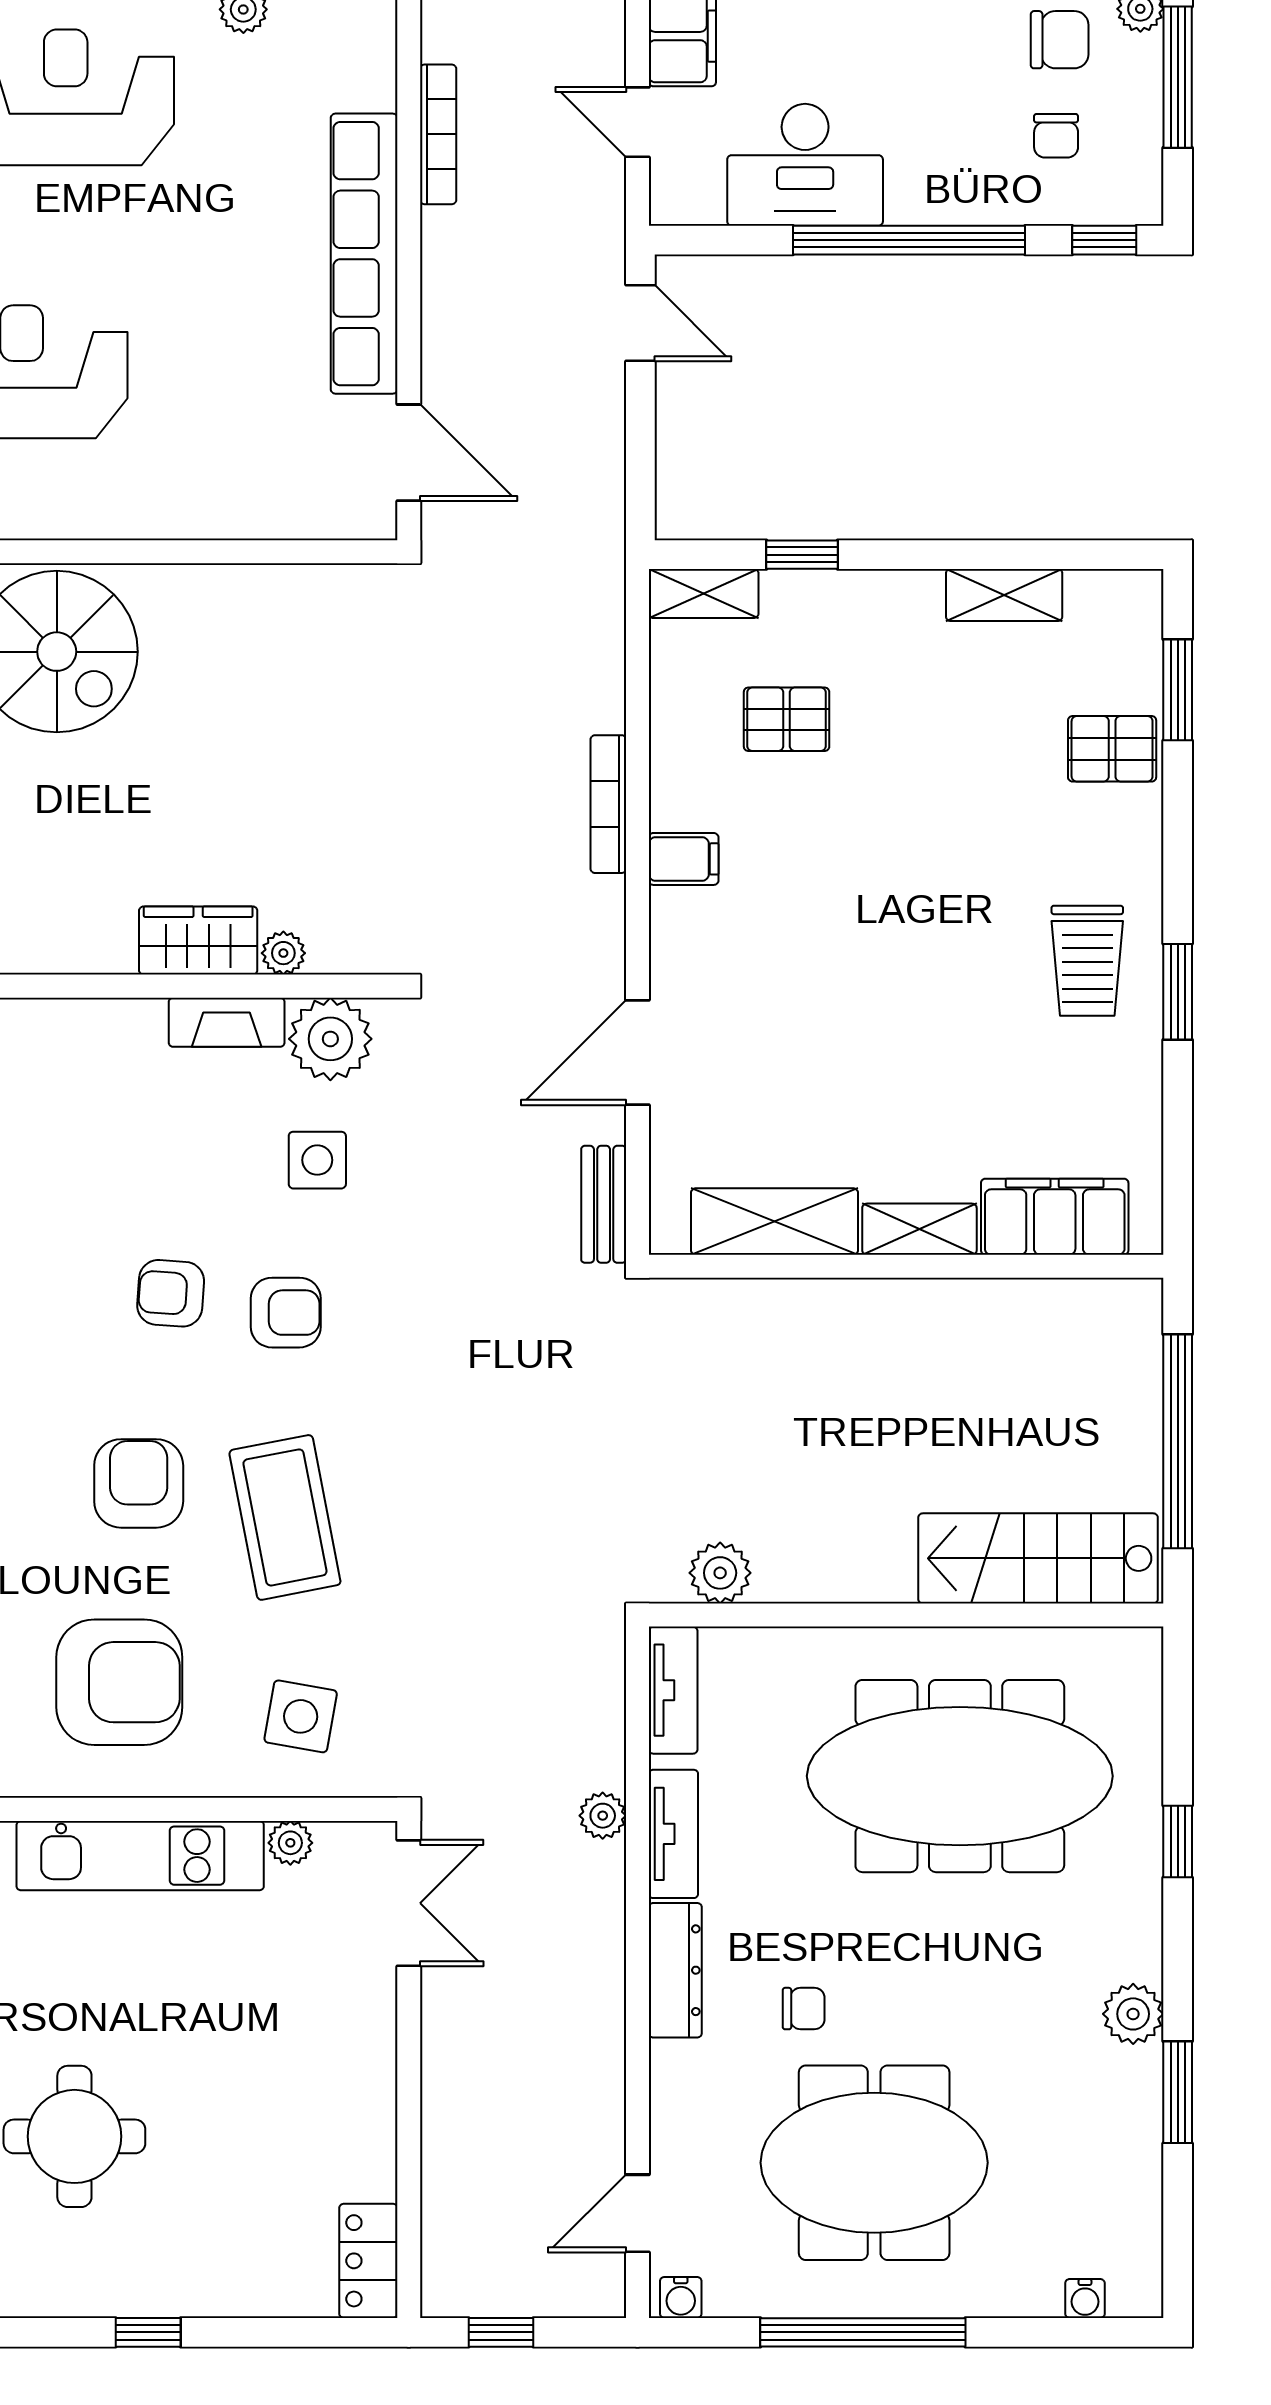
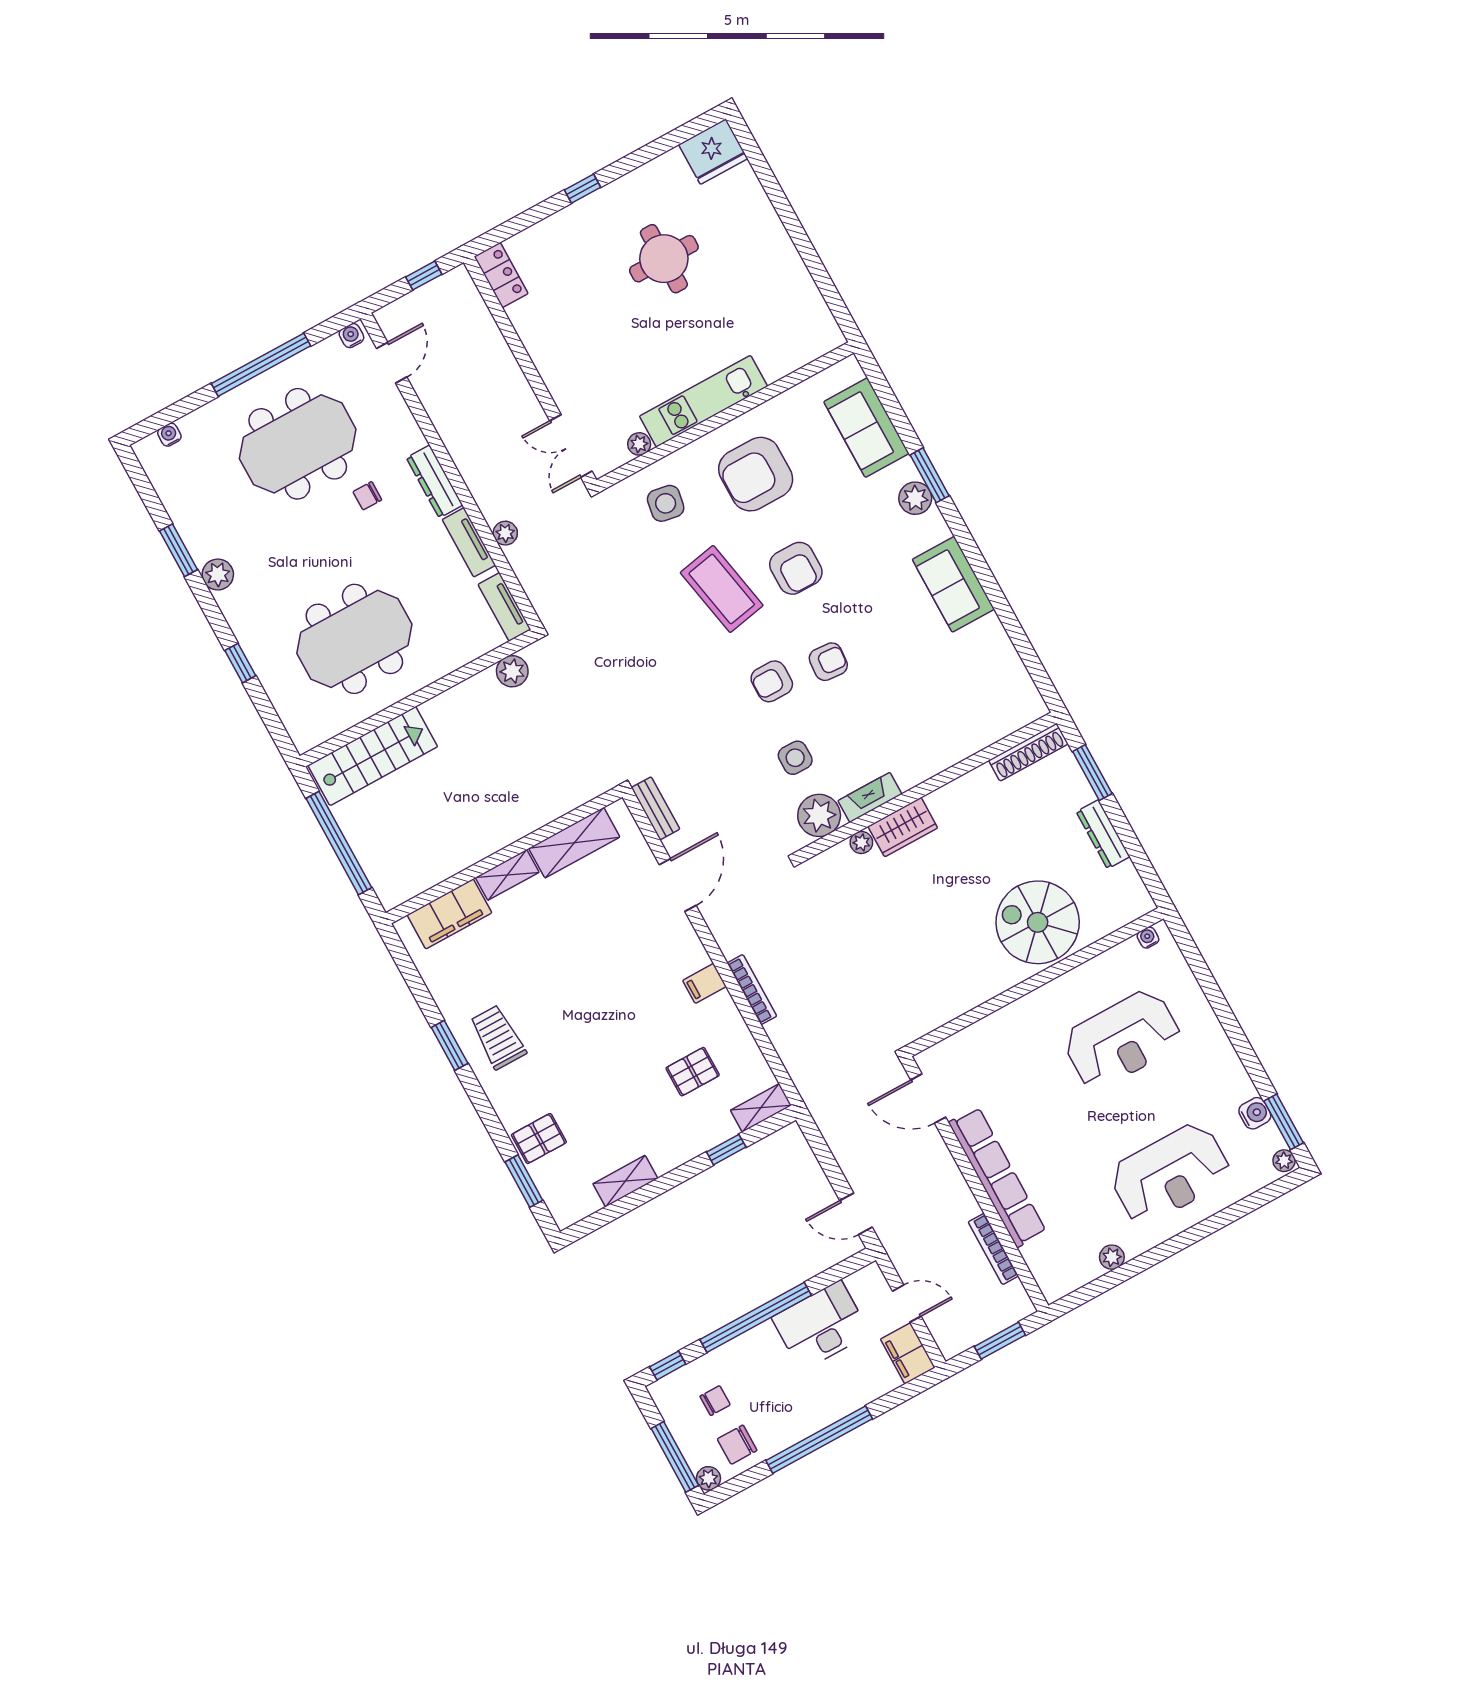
chair: (1056, 136) -> (715, 1401), turned 90
meeting table: (960, 1776) -> (354, 639), width x0.73

